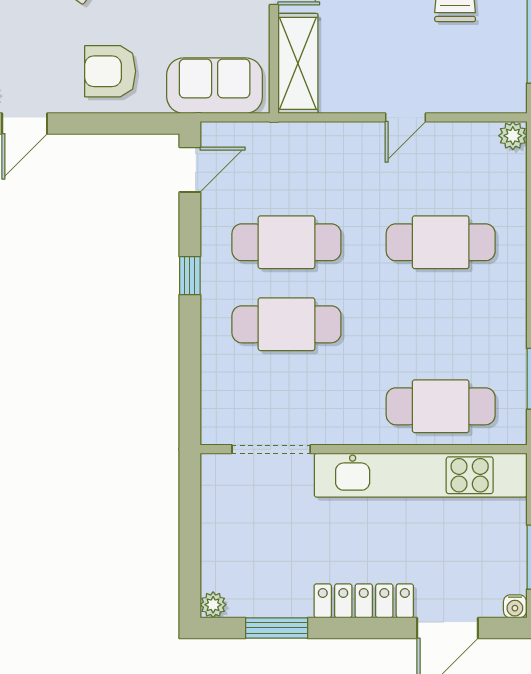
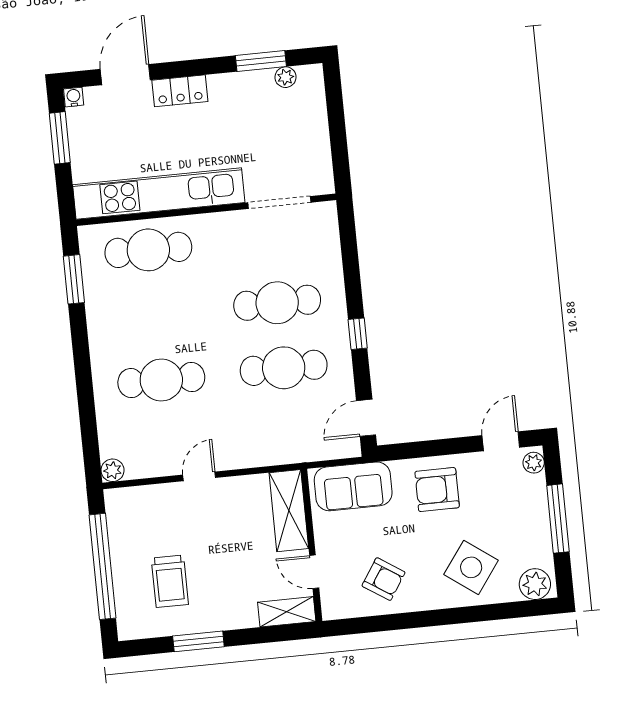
armchair: (110, 71) -> (437, 490), turned 180
locker: (364, 601) -> (180, 91), width x0.66
plant: (213, 605) -> (286, 77), moved

